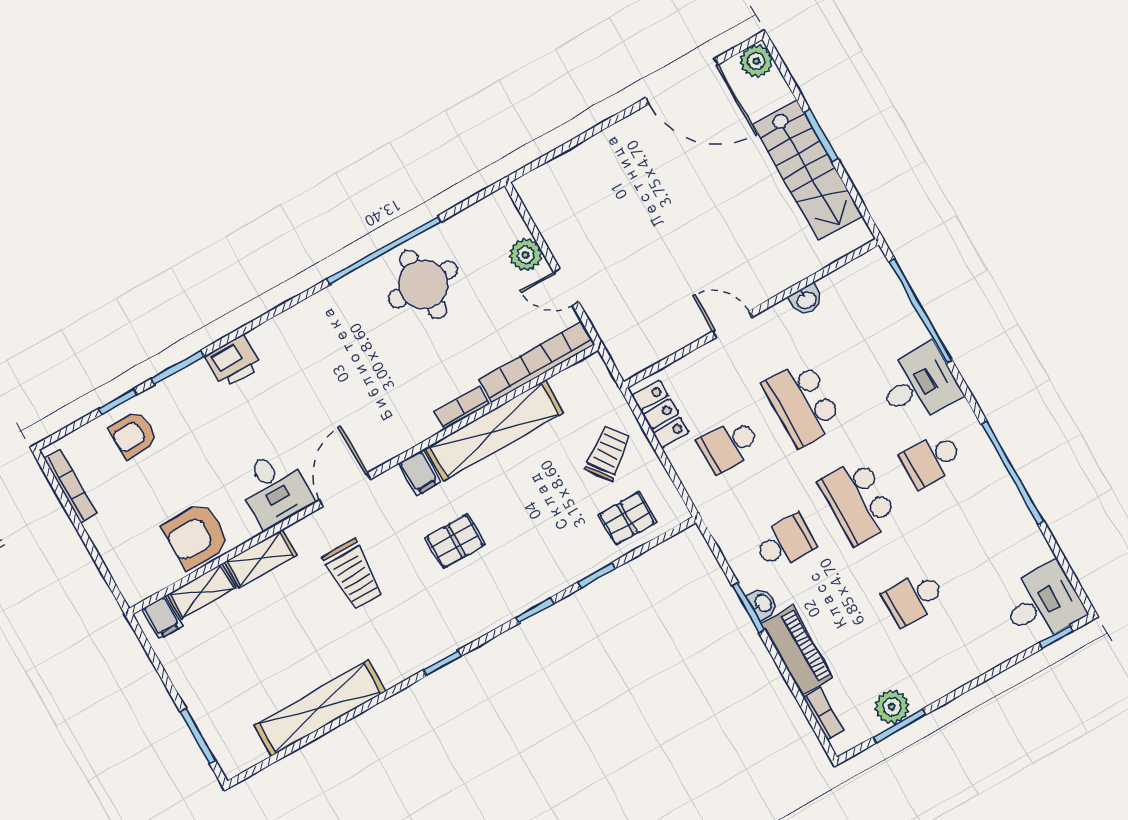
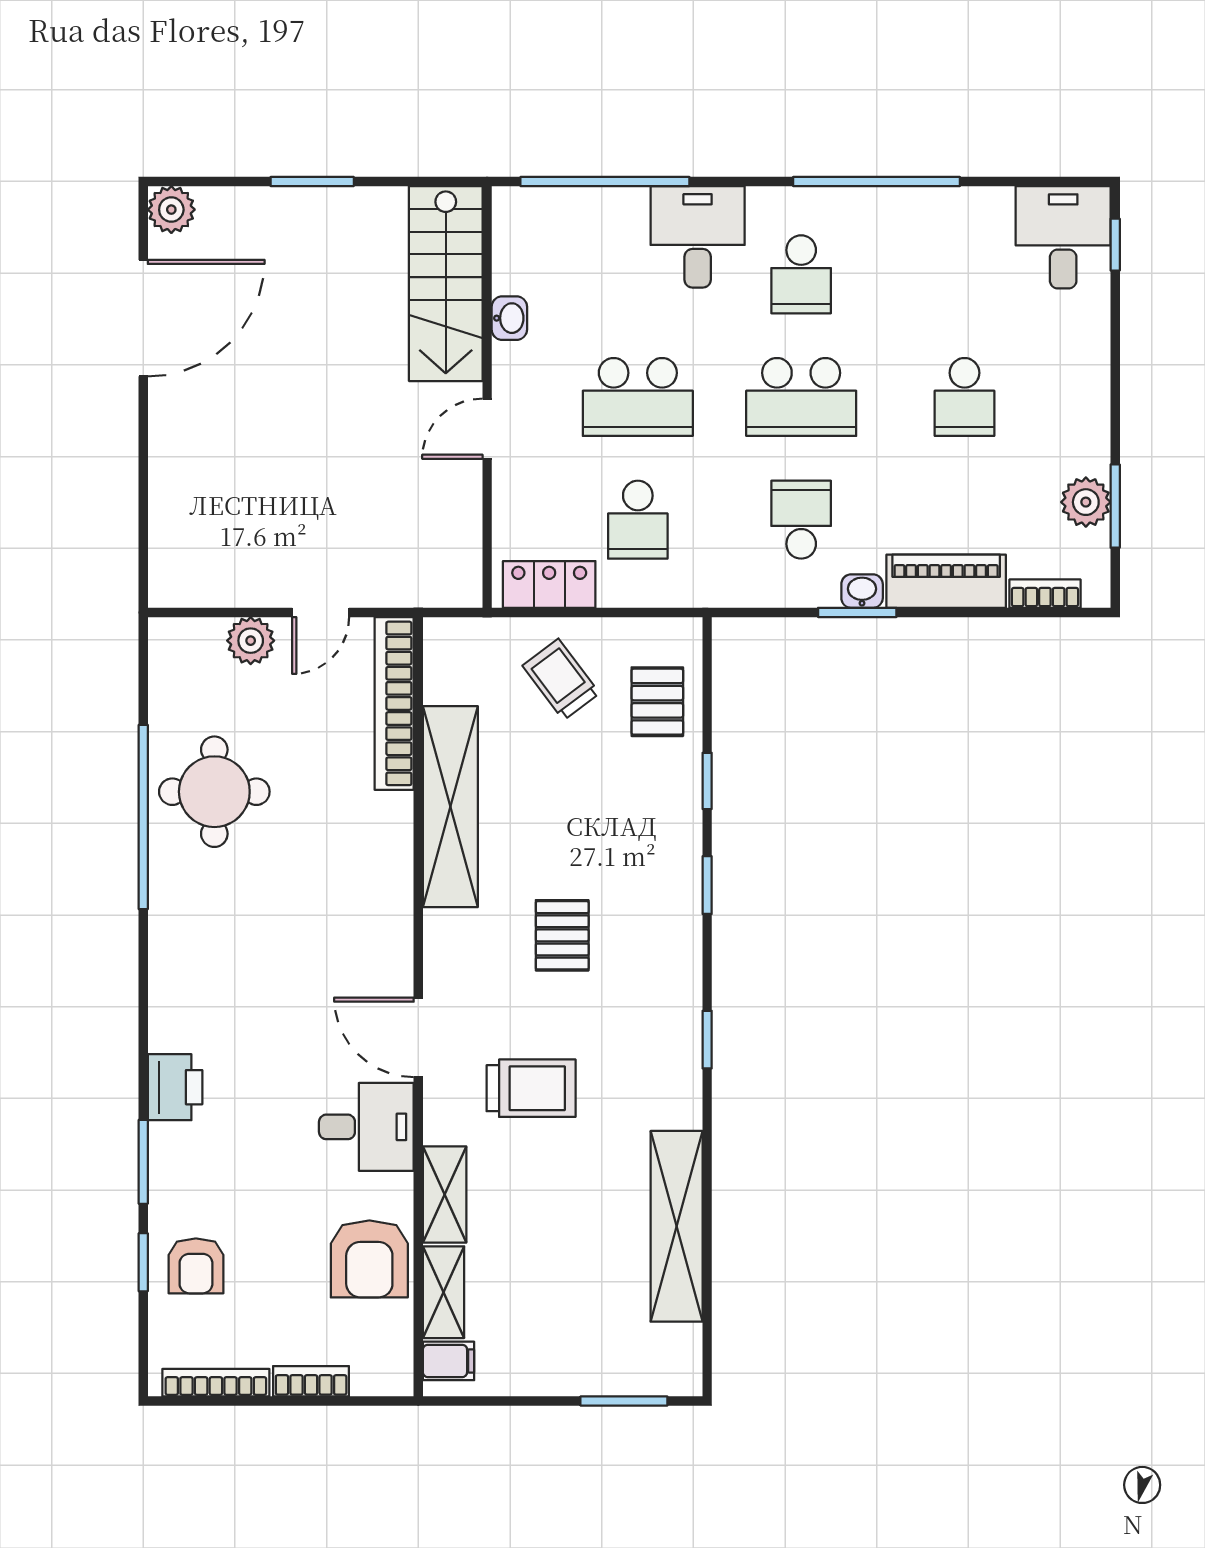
stairs: (808, 170) -> (446, 284), moved, turned 90
bookcase: (462, 408) -> (311, 1381), moved, turned 90
filing cabinet: (420, 473) -> (450, 931), removed

